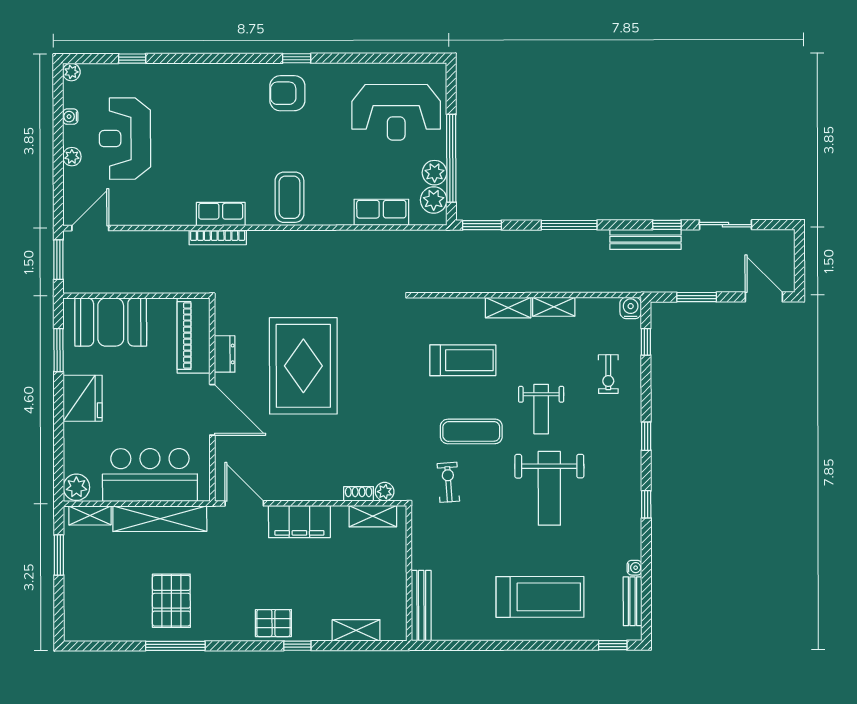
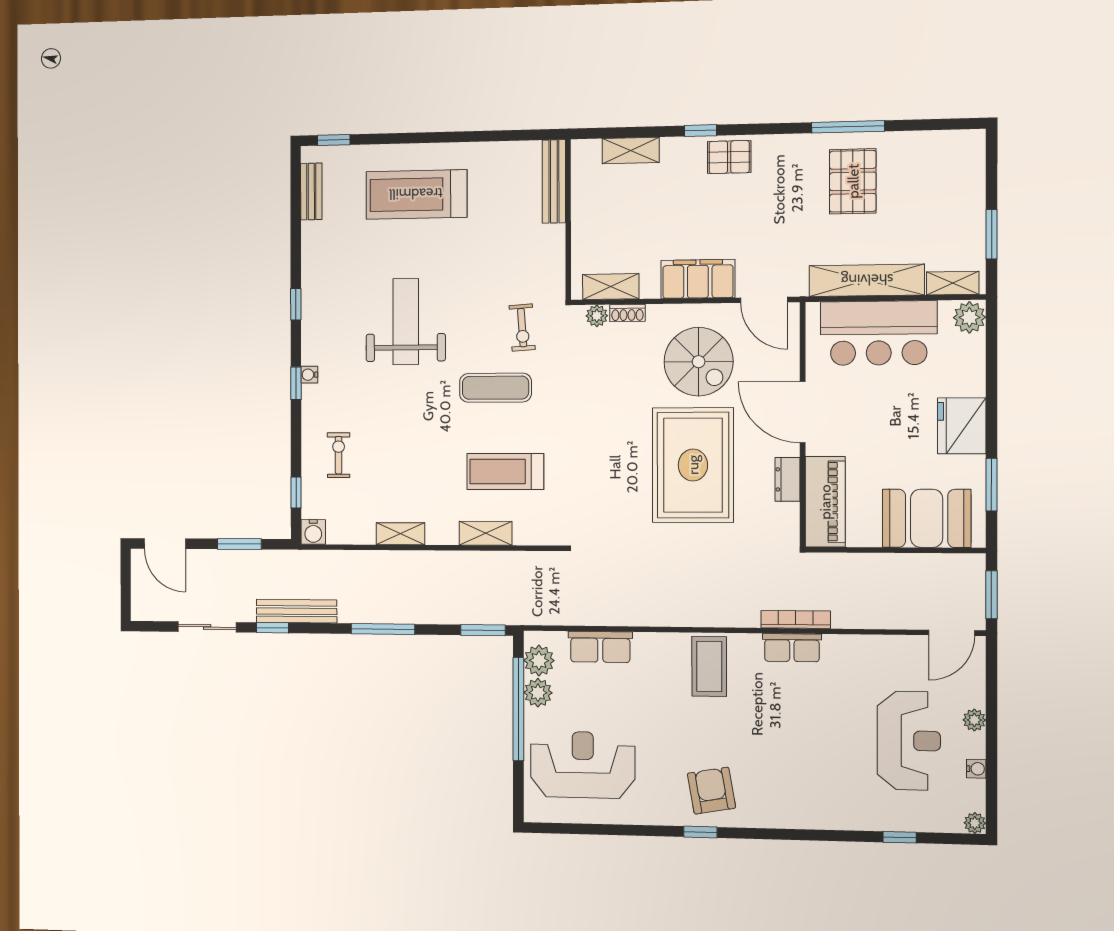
armchair: (287, 93) -> (711, 791), turned -100
shelving: (508, 308) -> (486, 533), moved
weight bench: (541, 409) -> (415, 414), removed
spiral stairs: (299, 452) -> (699, 362), added
water cooler: (634, 568) -> (309, 375), moved

